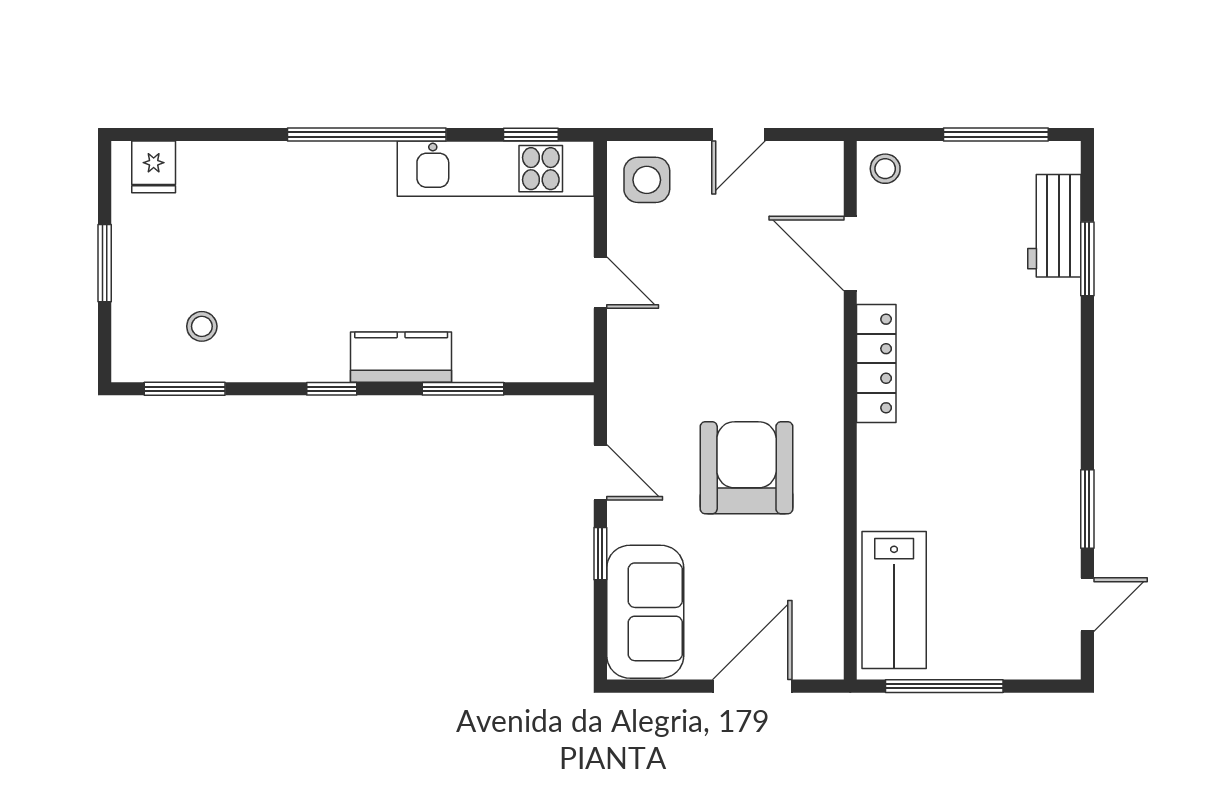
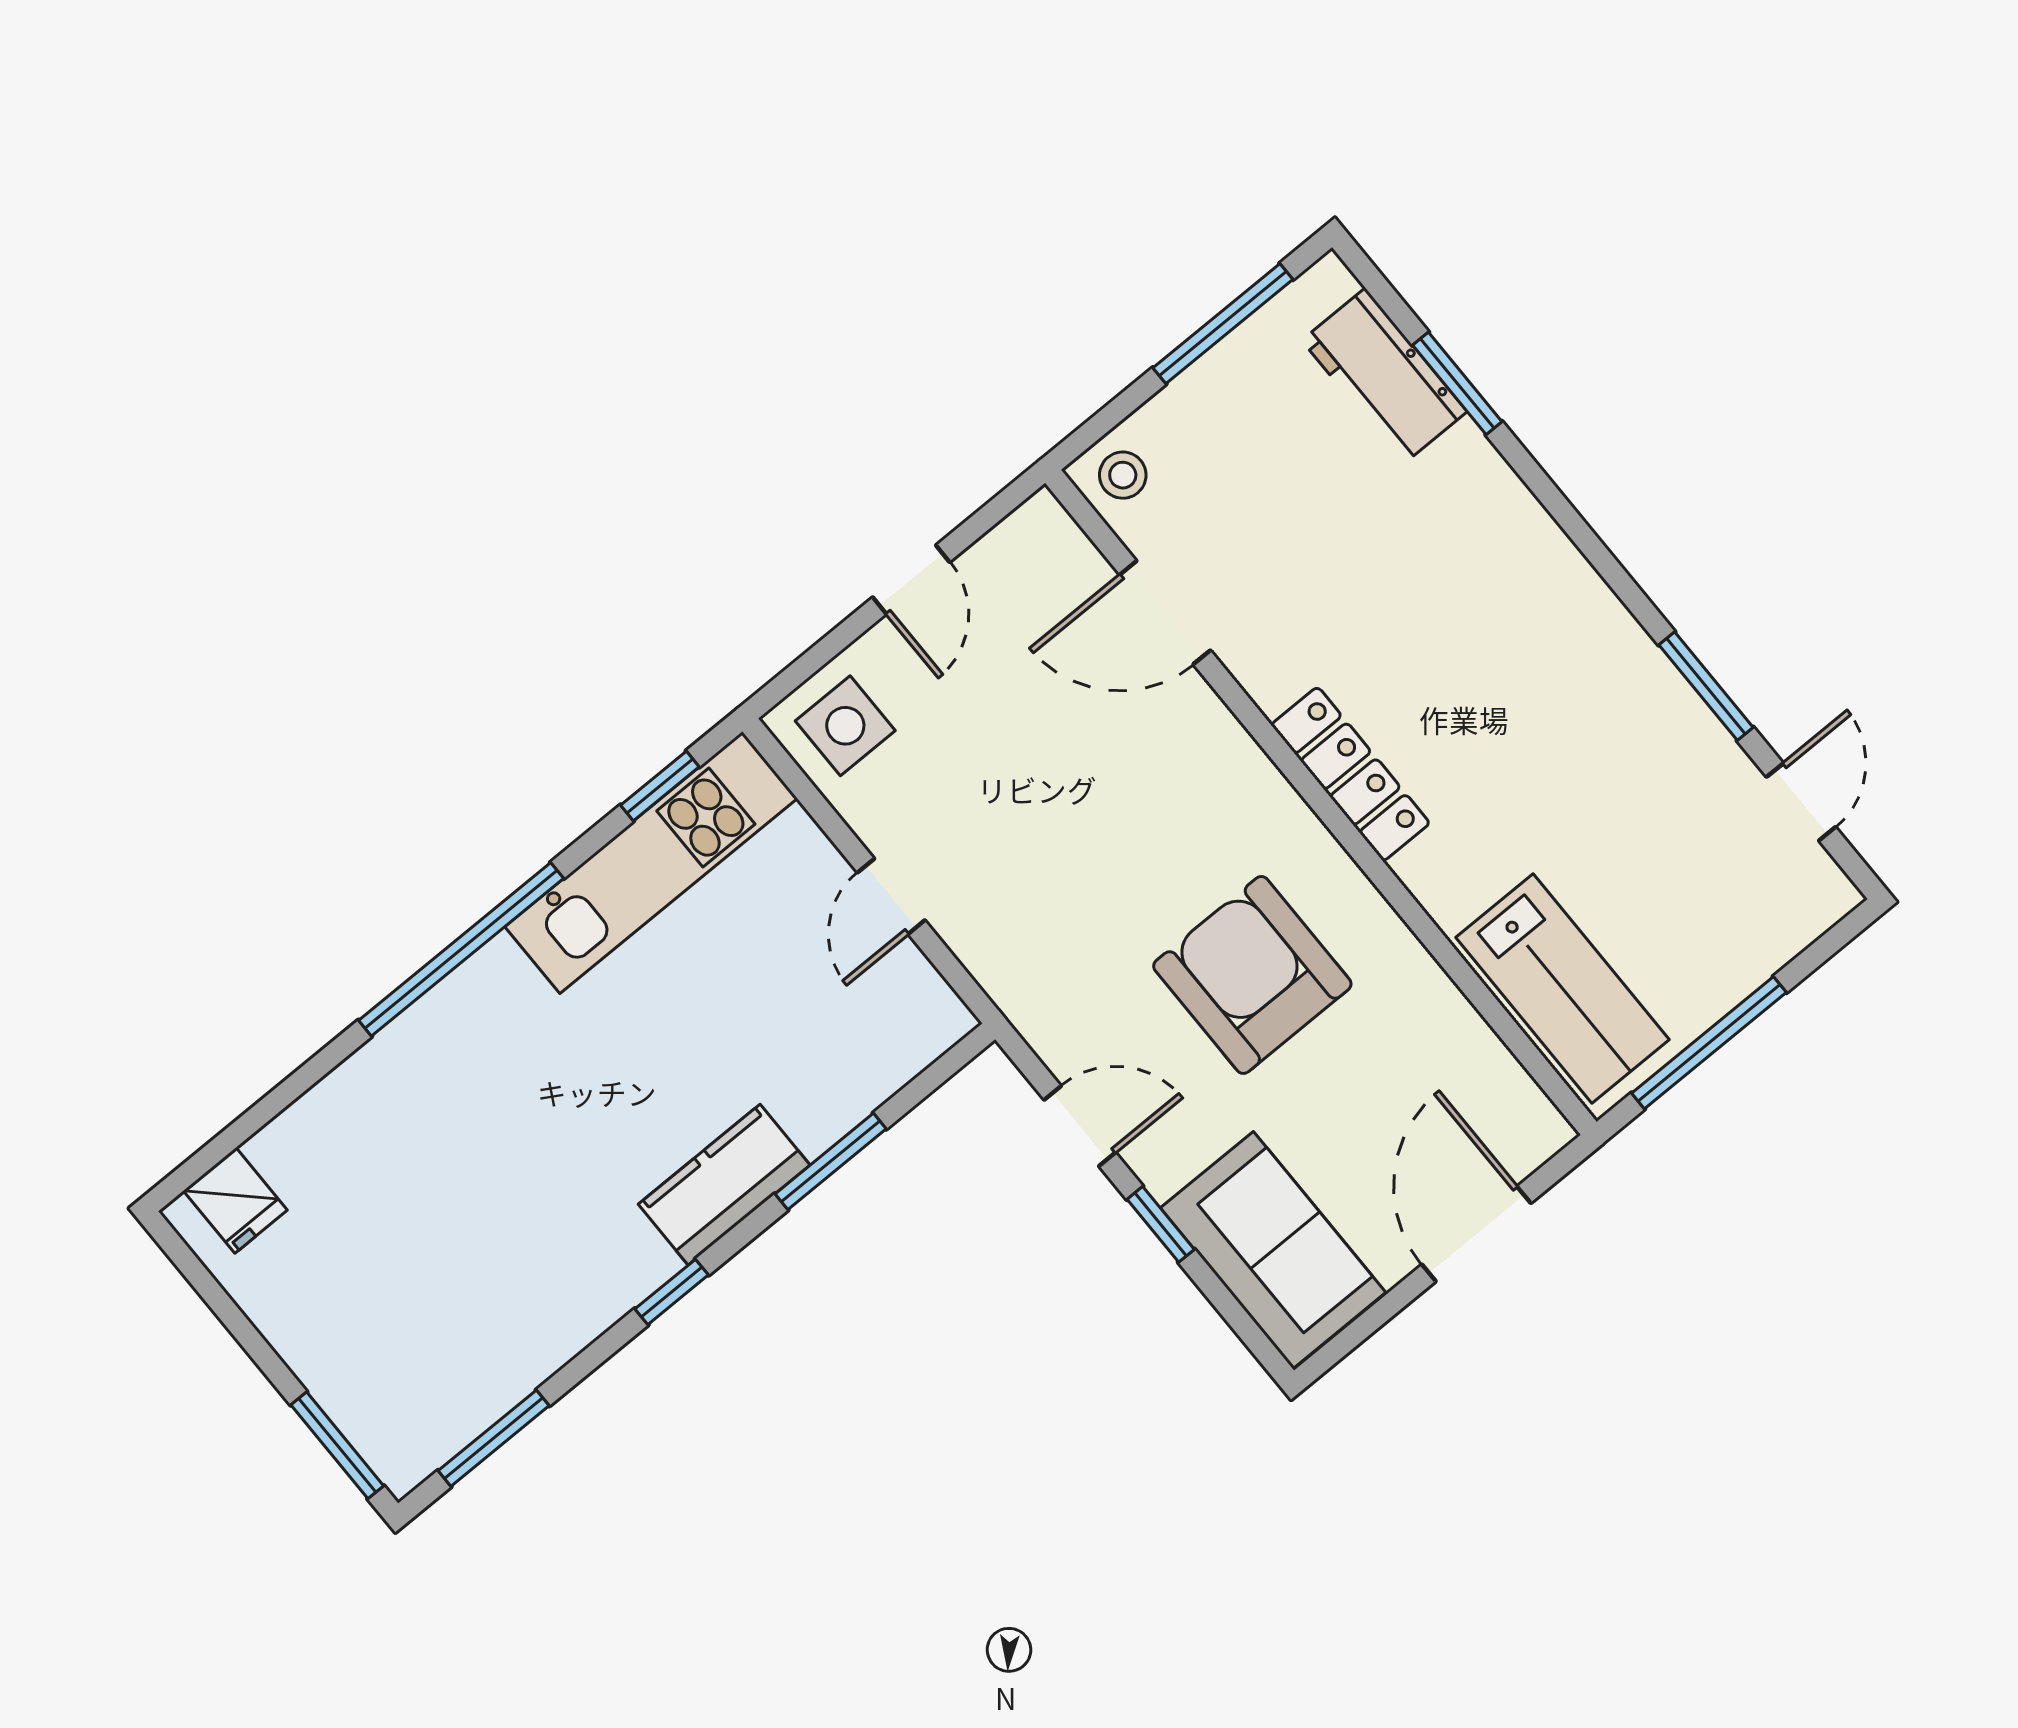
window: (105, 263) -> (337, 1445), moved
door: (600, 283) -> (891, 896), swing flipped
stool: (202, 326) -> (452, 1346), removed
locker: (876, 363) -> (1350, 774), moved

